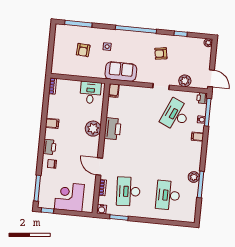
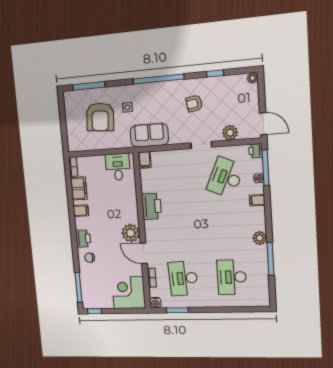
armchair: (83, 50) -> (100, 117), width x1.88, depth x1.88
filing cabinet: (54, 105) -> (79, 188), added
plant: (93, 129) -> (131, 233), moved
plant: (194, 177) -> (260, 238), moved
corner desk: (69, 197) -> (129, 293), moved

